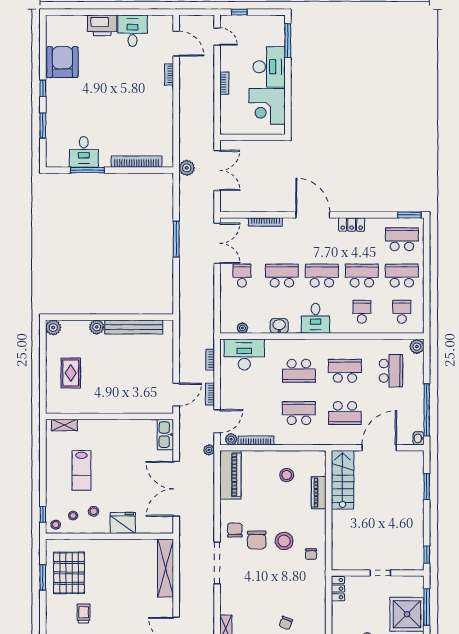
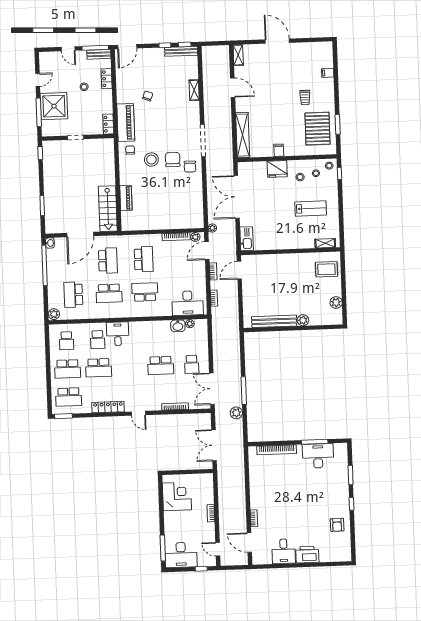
armchair: (62, 62) -> (337, 525), width x0.53, depth x0.53
desk: (269, 67) -> (181, 555), moved, turned -90
desk: (84, 152) -> (318, 456), width x1.37
plant: (187, 168) -> (236, 413), moved
door: (313, 215) -> (138, 413), width x0.53
locker: (352, 224) -> (108, 407), width x1.53
school desk: (322, 276) -> (130, 367), removed
desk: (315, 318) -> (118, 334), moved
washbasin: (279, 326) -> (178, 326), moved
plant: (53, 327) -> (336, 303), moved
rug: (71, 373) -> (326, 269), moved, turned 90
school desk: (299, 413) -> (144, 259), turned -90
school desk: (345, 413) -> (108, 261), turned 90
lab bench: (82, 470) -> (311, 208), turned 90
piano: (230, 475) -> (126, 122), moved, turned 180
stool: (287, 475) -> (151, 211), removed
double door: (176, 489) -> (237, 197), swing flipped
filing cabinet: (120, 547) -> (279, 150), added

